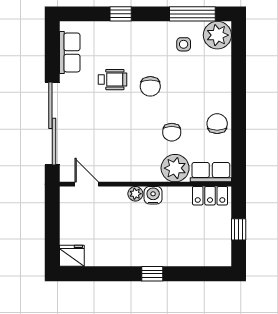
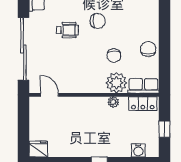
wheelchair: (113, 80) -> (67, 30), moved
chair: (150, 86) -> (98, 21), turned -90
plant: (135, 194) -> (113, 102), moved
water cooler: (153, 195) -> (138, 150), moved, turned 180

